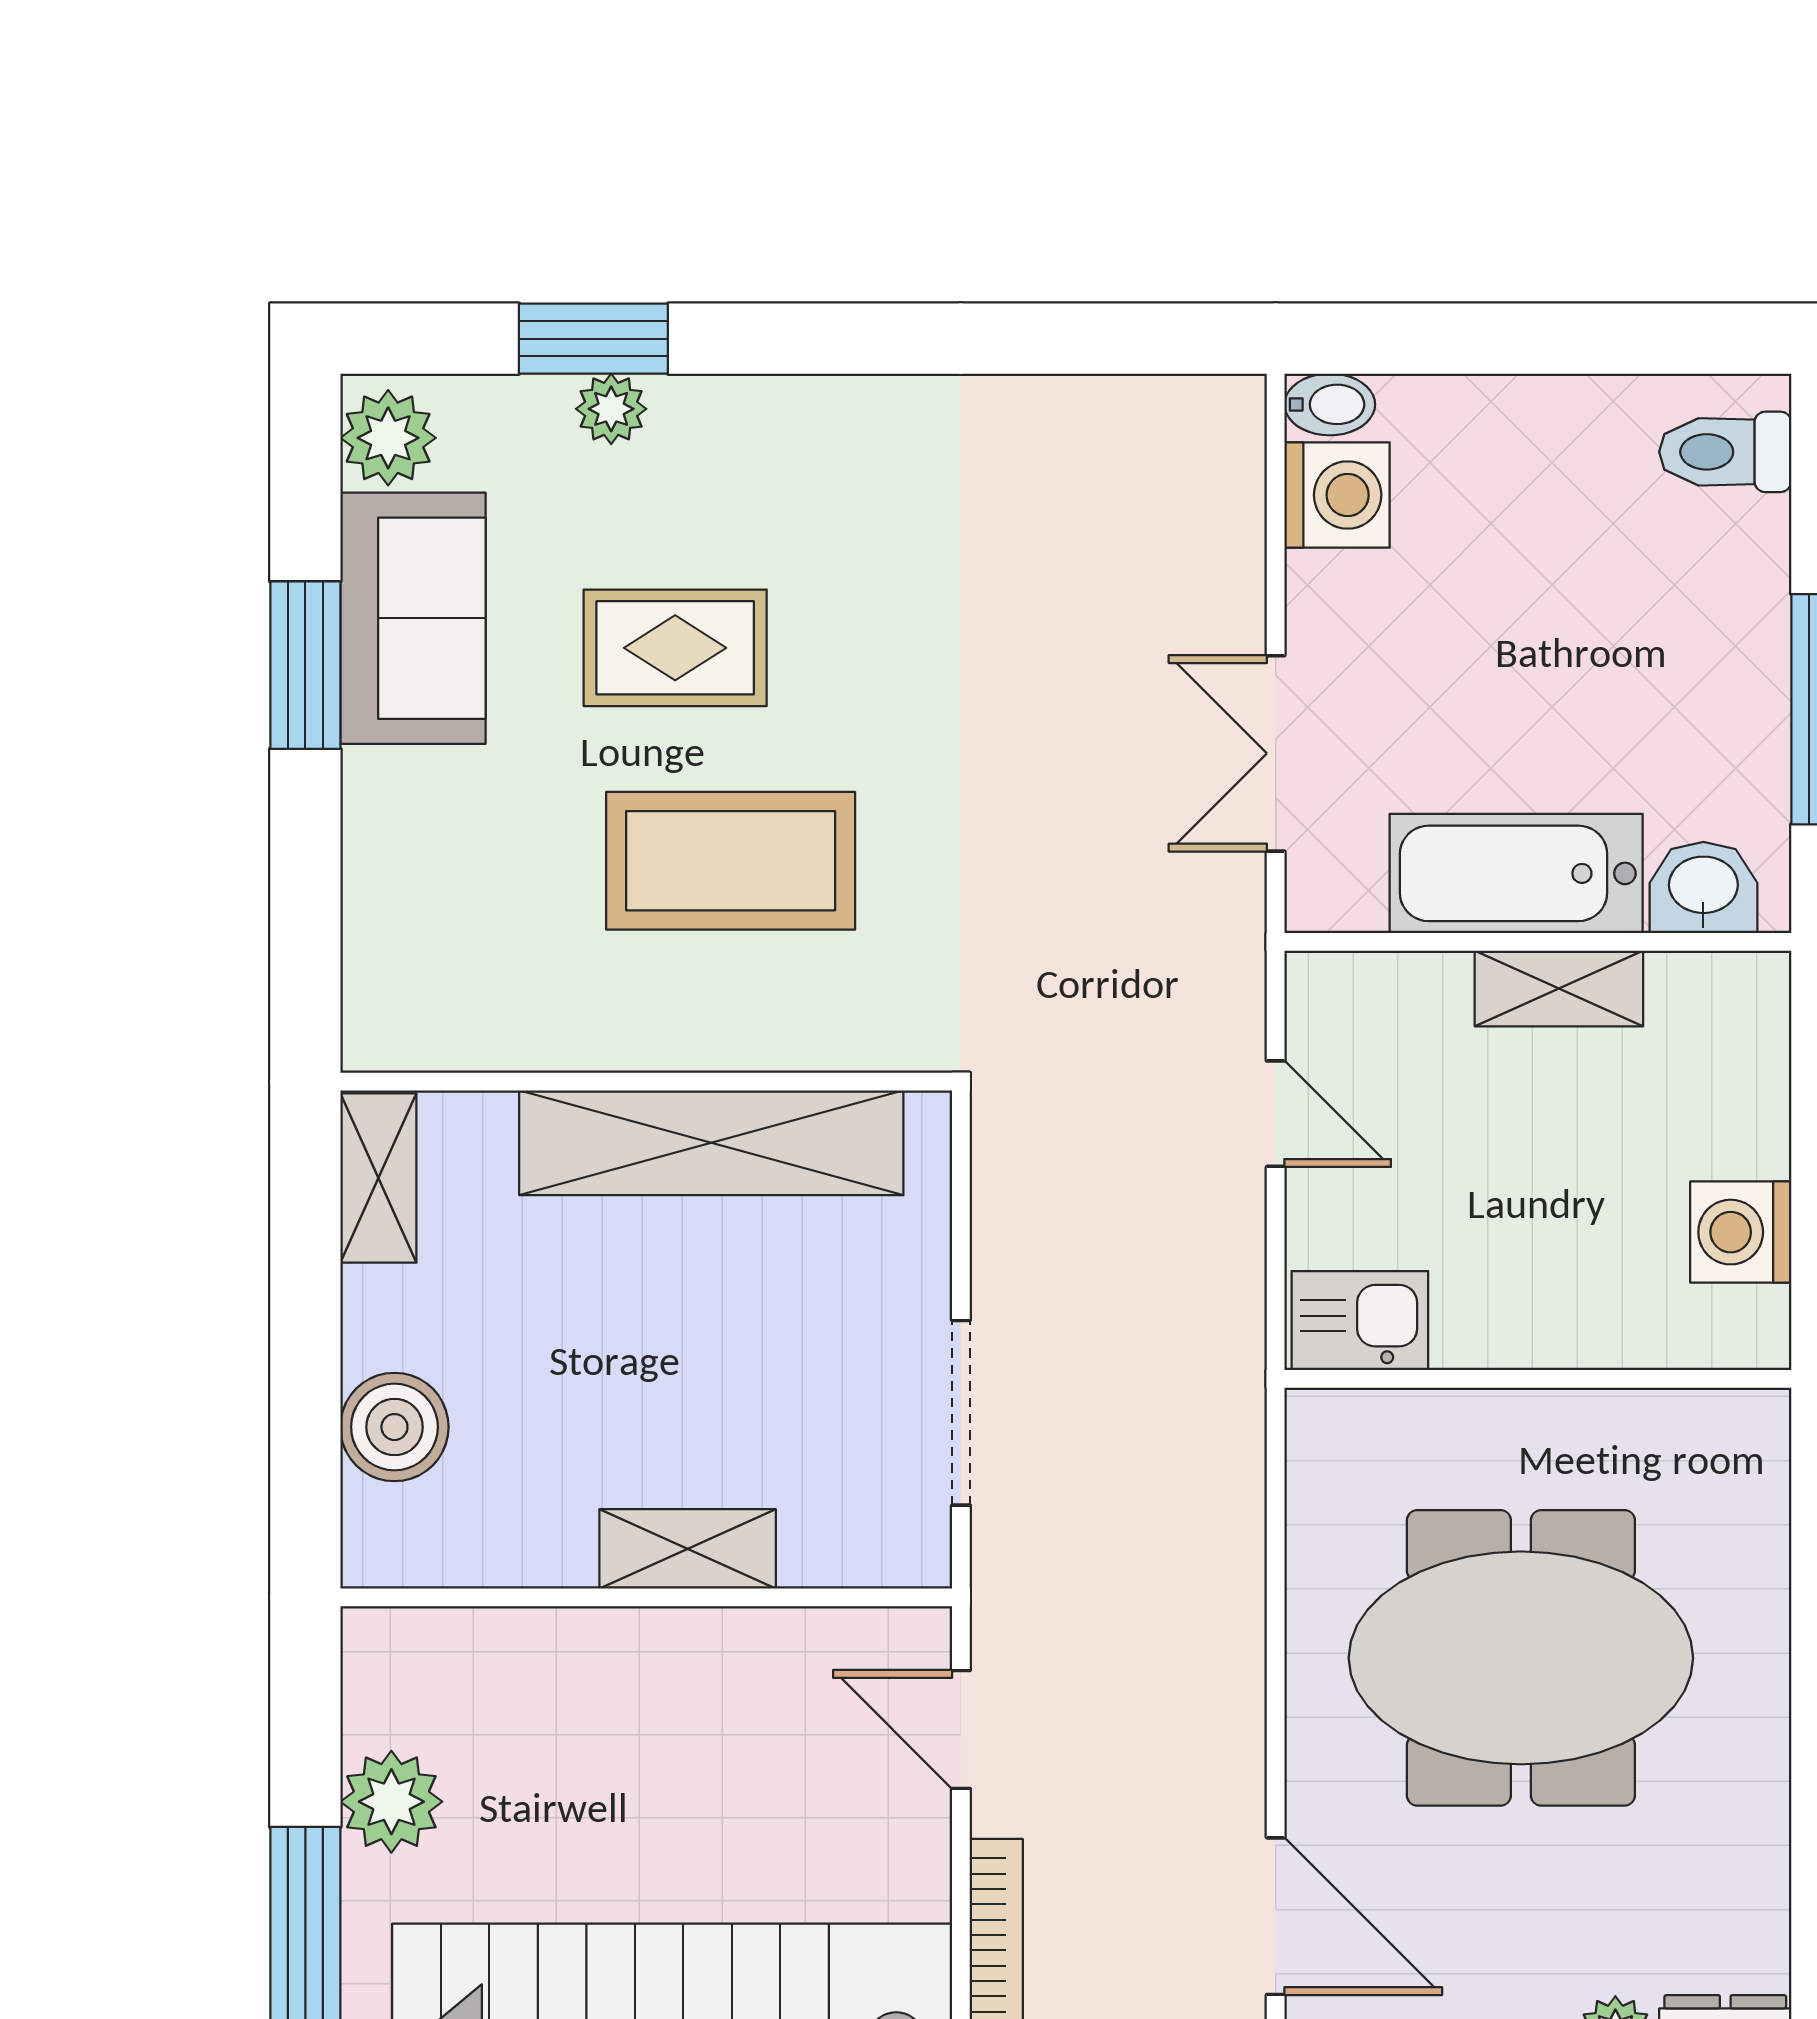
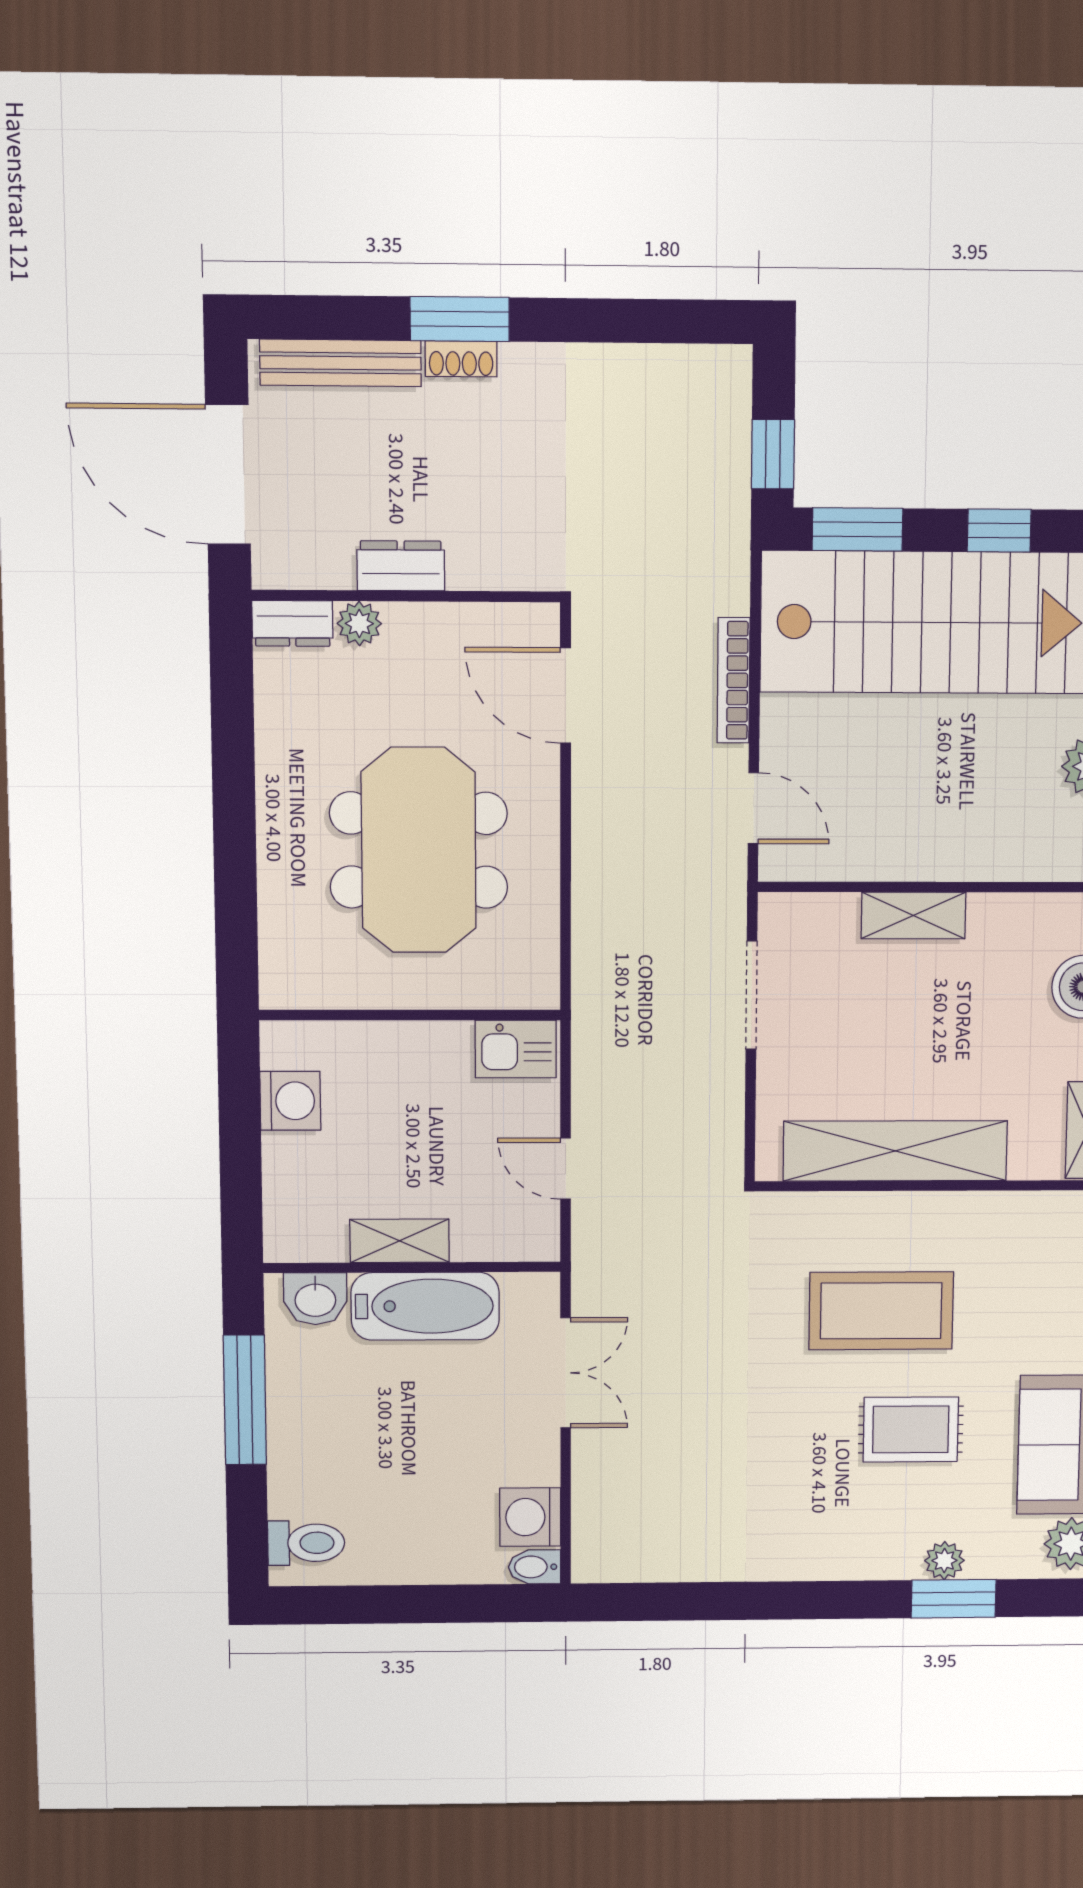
meeting table: (1521, 1658) -> (419, 850), turned 90

